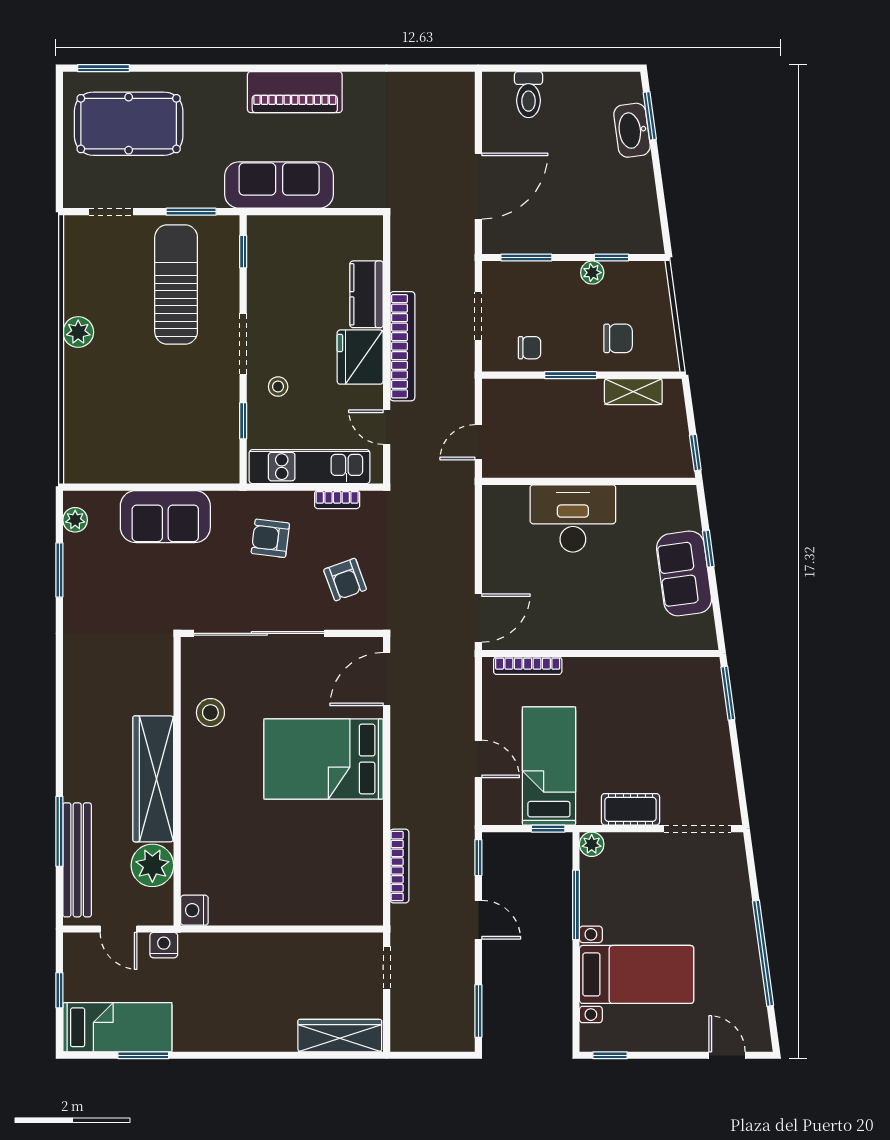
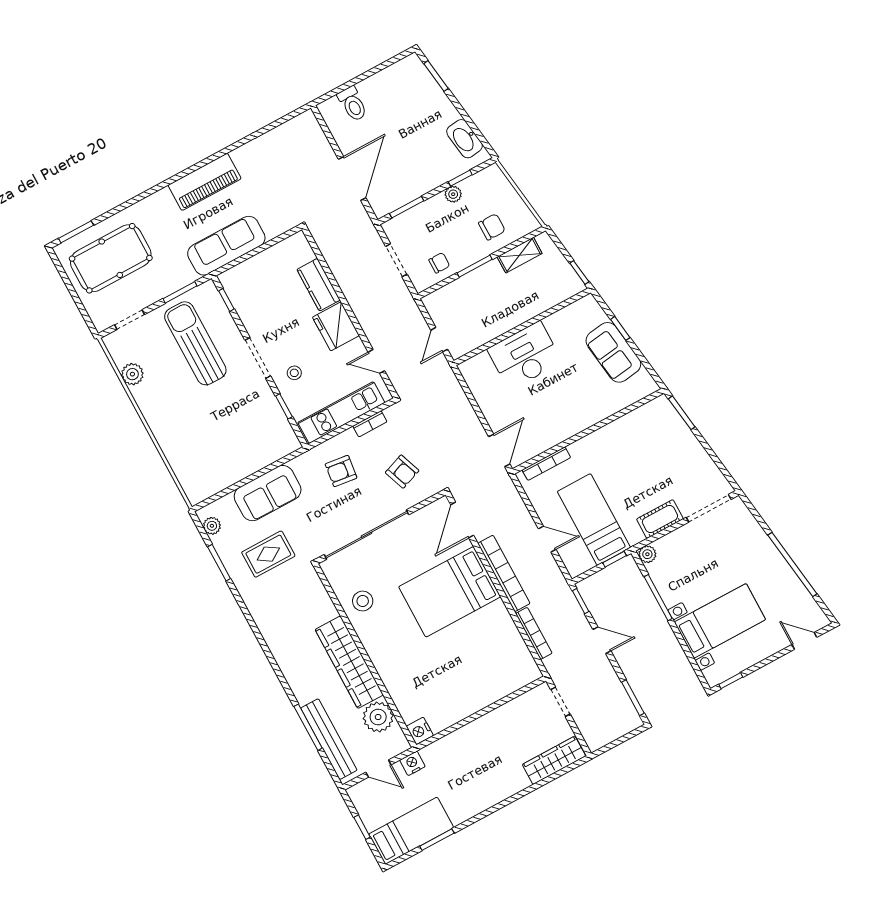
washbasin: (632, 130) -> (465, 139), moved
plant: (78, 332) -> (132, 374), moved
bookcase: (402, 346) -> (504, 573), moved
rug: (126, 592) -> (268, 554), added

